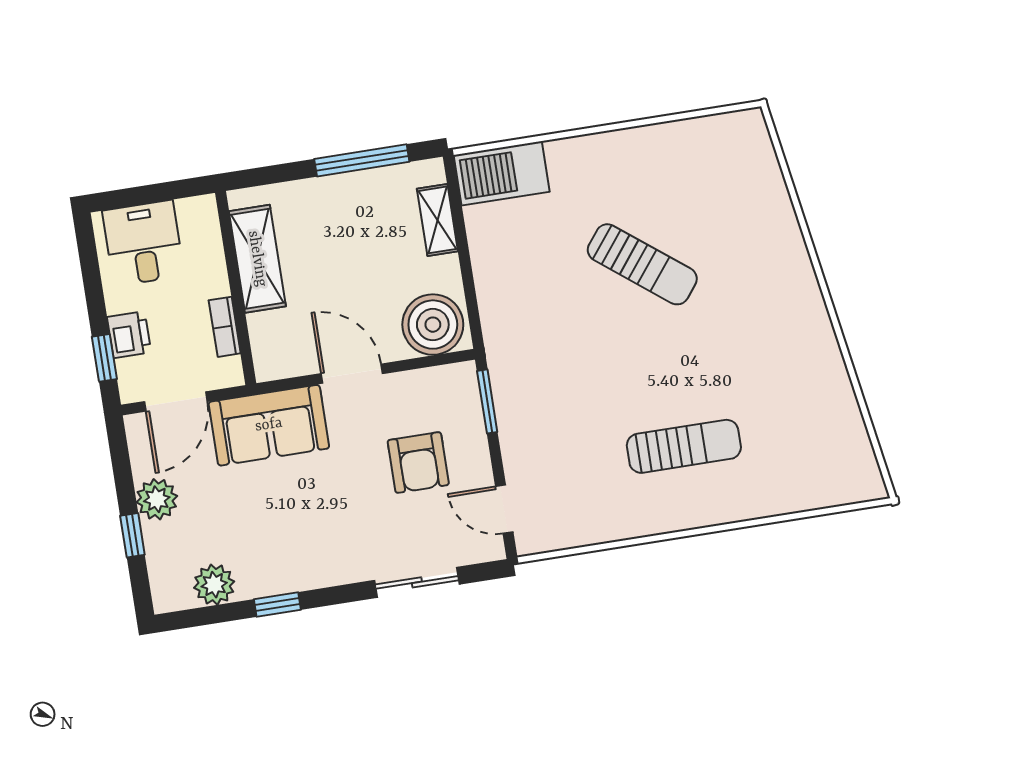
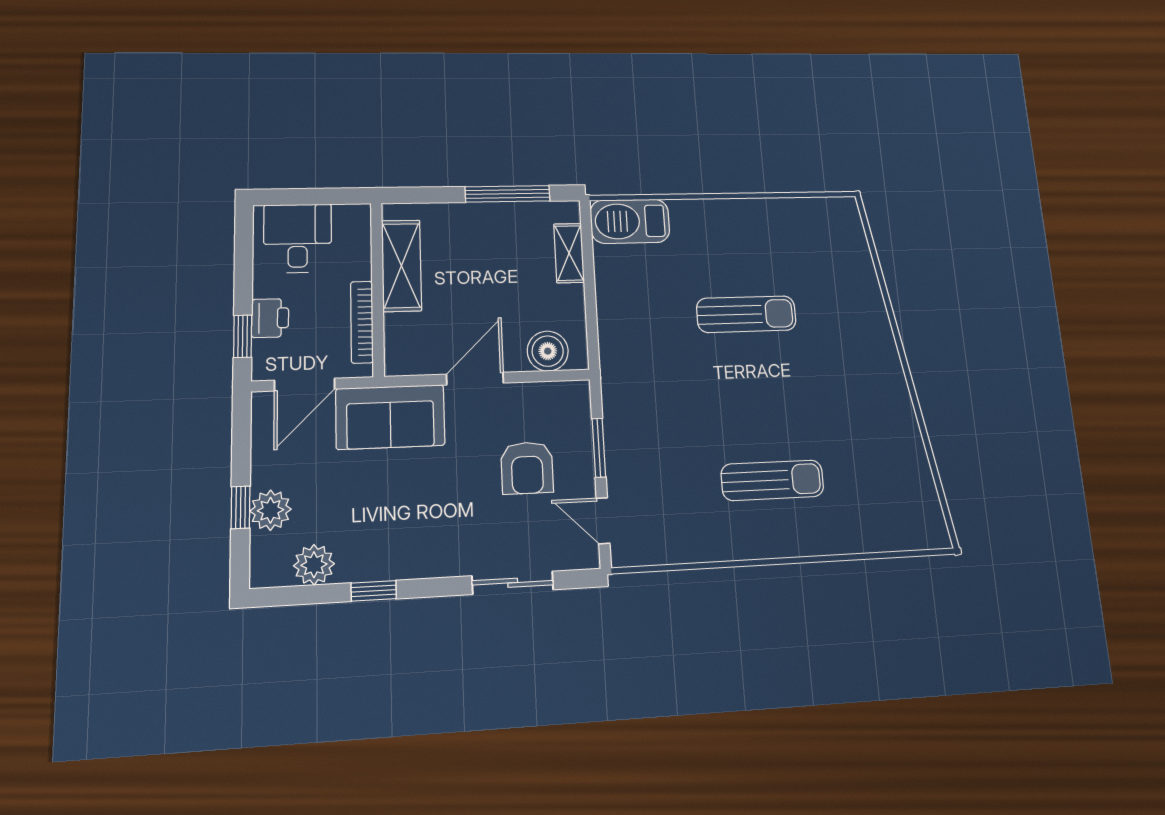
sun lounger: (642, 264) -> (746, 314), turned -38
boiler: (433, 325) -> (548, 351), width x0.73, depth x0.73
bookcase: (225, 327) -> (362, 322), width x1.56
door: (352, 374) -> (475, 379), hinge flipped
window: (487, 401) -> (599, 448), moved
plant: (157, 499) -> (270, 510), moved

